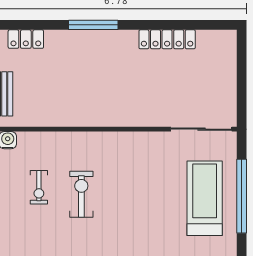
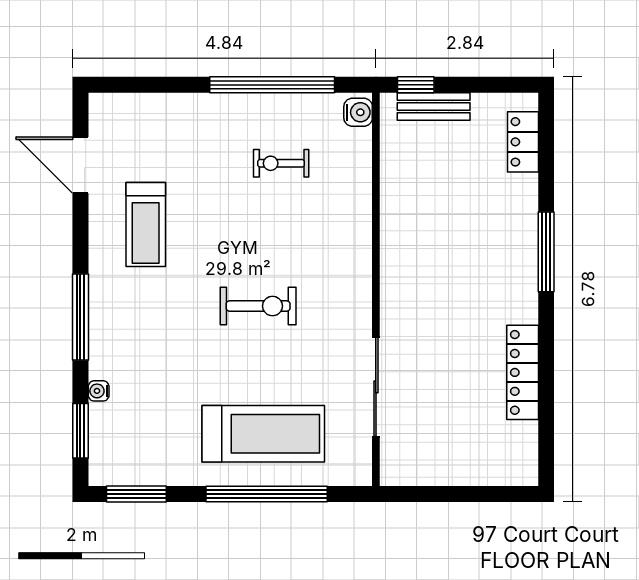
sliding door: (201, 129) -> (376, 387), moved
exercise bike: (81, 194) -> (258, 306), moved

